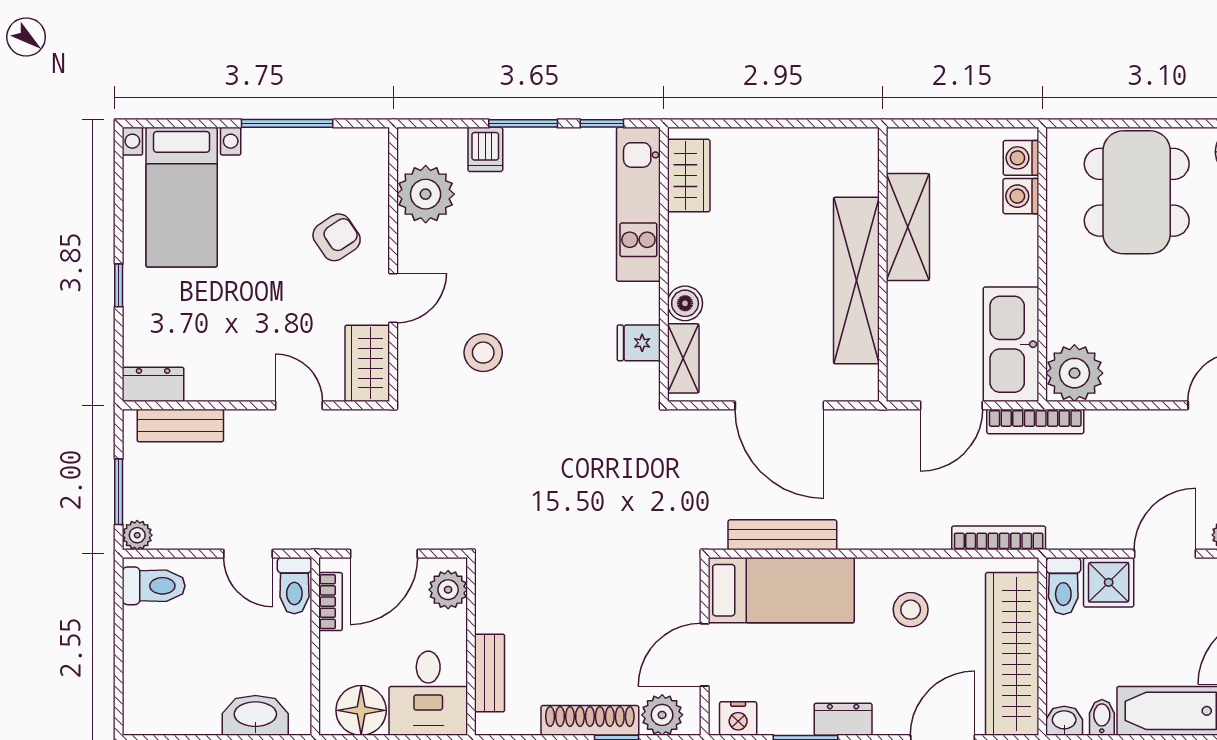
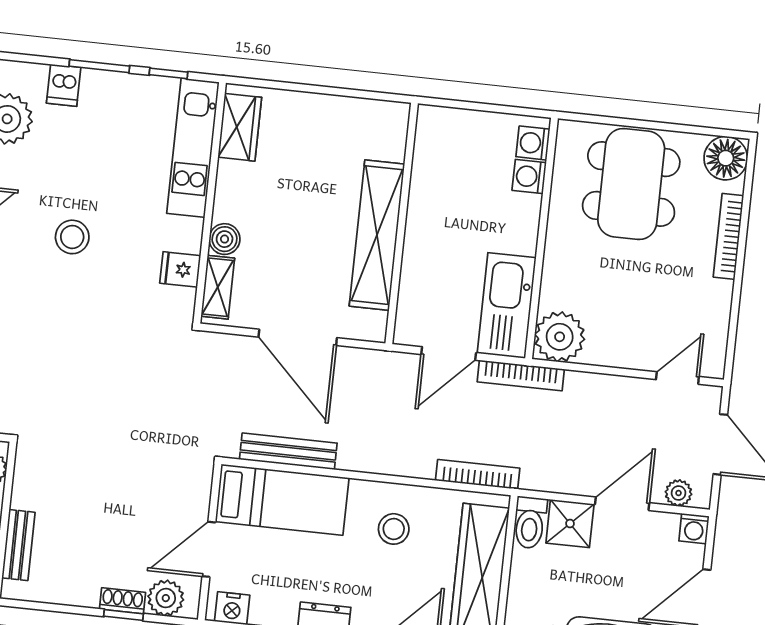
shelving: (908, 227) -> (427, 193), removed
stool: (483, 353) -> (72, 237), moved
shoe rack: (590, 720) -> (122, 601), width x0.51, depth x0.81

